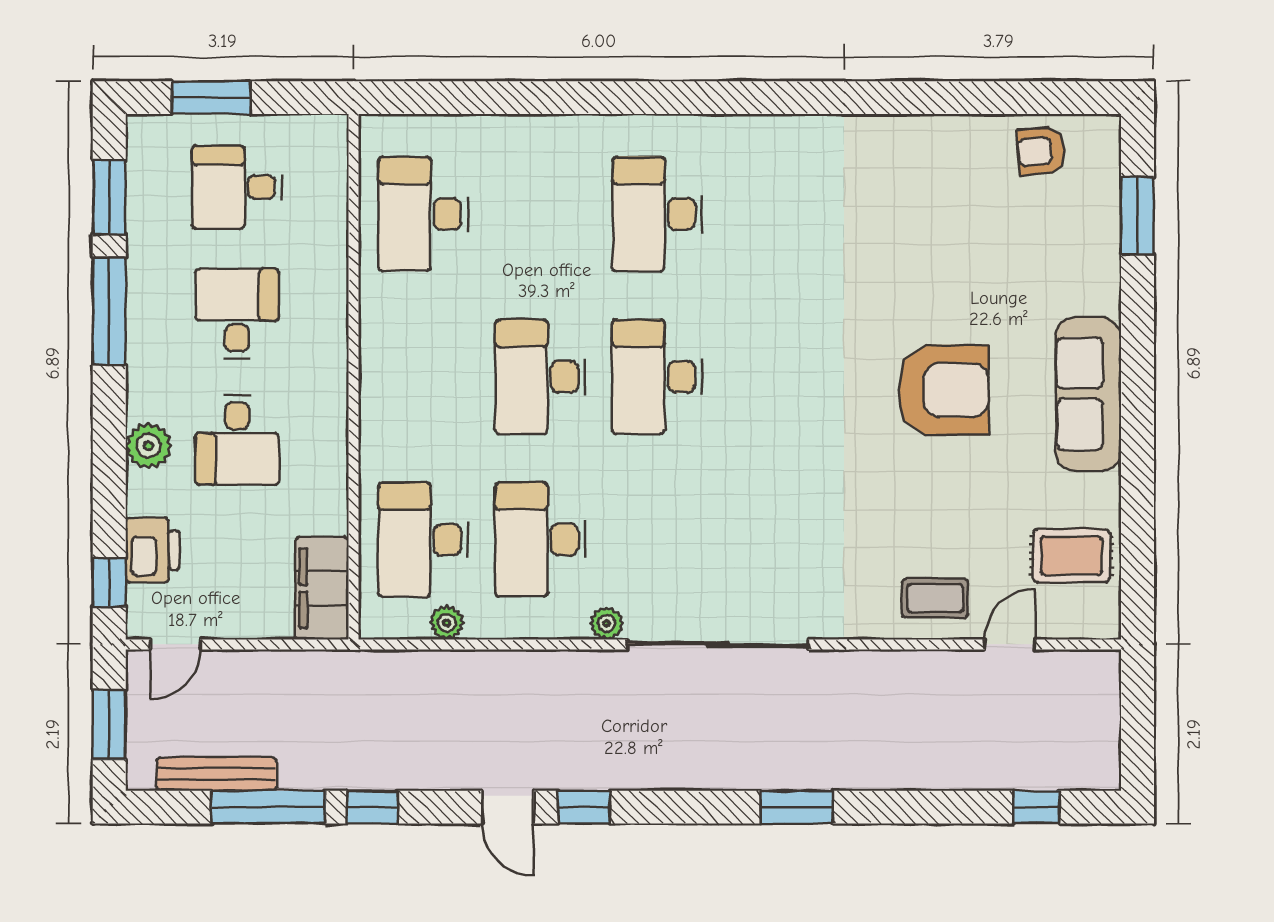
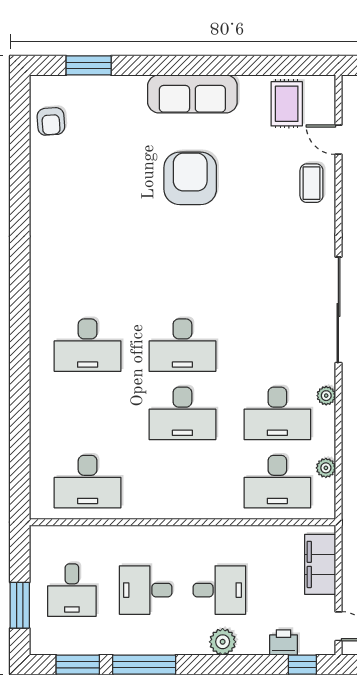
printer: (152, 550) -> (284, 642), width x0.73, depth x0.81
filing cabinet: (322, 588) -> (320, 564), moved, turned 90
plant: (607, 623) -> (326, 396), moved

